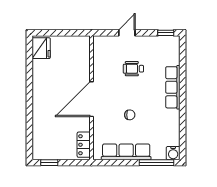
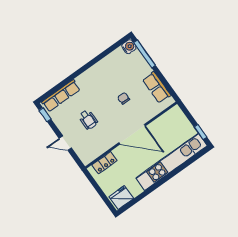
row of seats: (173, 87) -> (61, 96), moved
kitchen unit: (41, 117) -> (172, 162), added
locker: (84, 145) -> (104, 163), moved
row of seats: (126, 152) -> (157, 87), width x0.68

